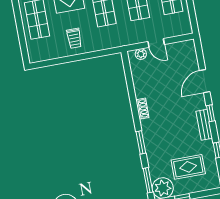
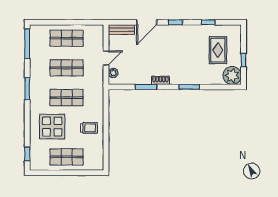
door: (205, 81) -> (147, 22), hinge flipped
bench: (204, 125) -> (121, 30), moved
window: (148, 180) -> (146, 87), moved

